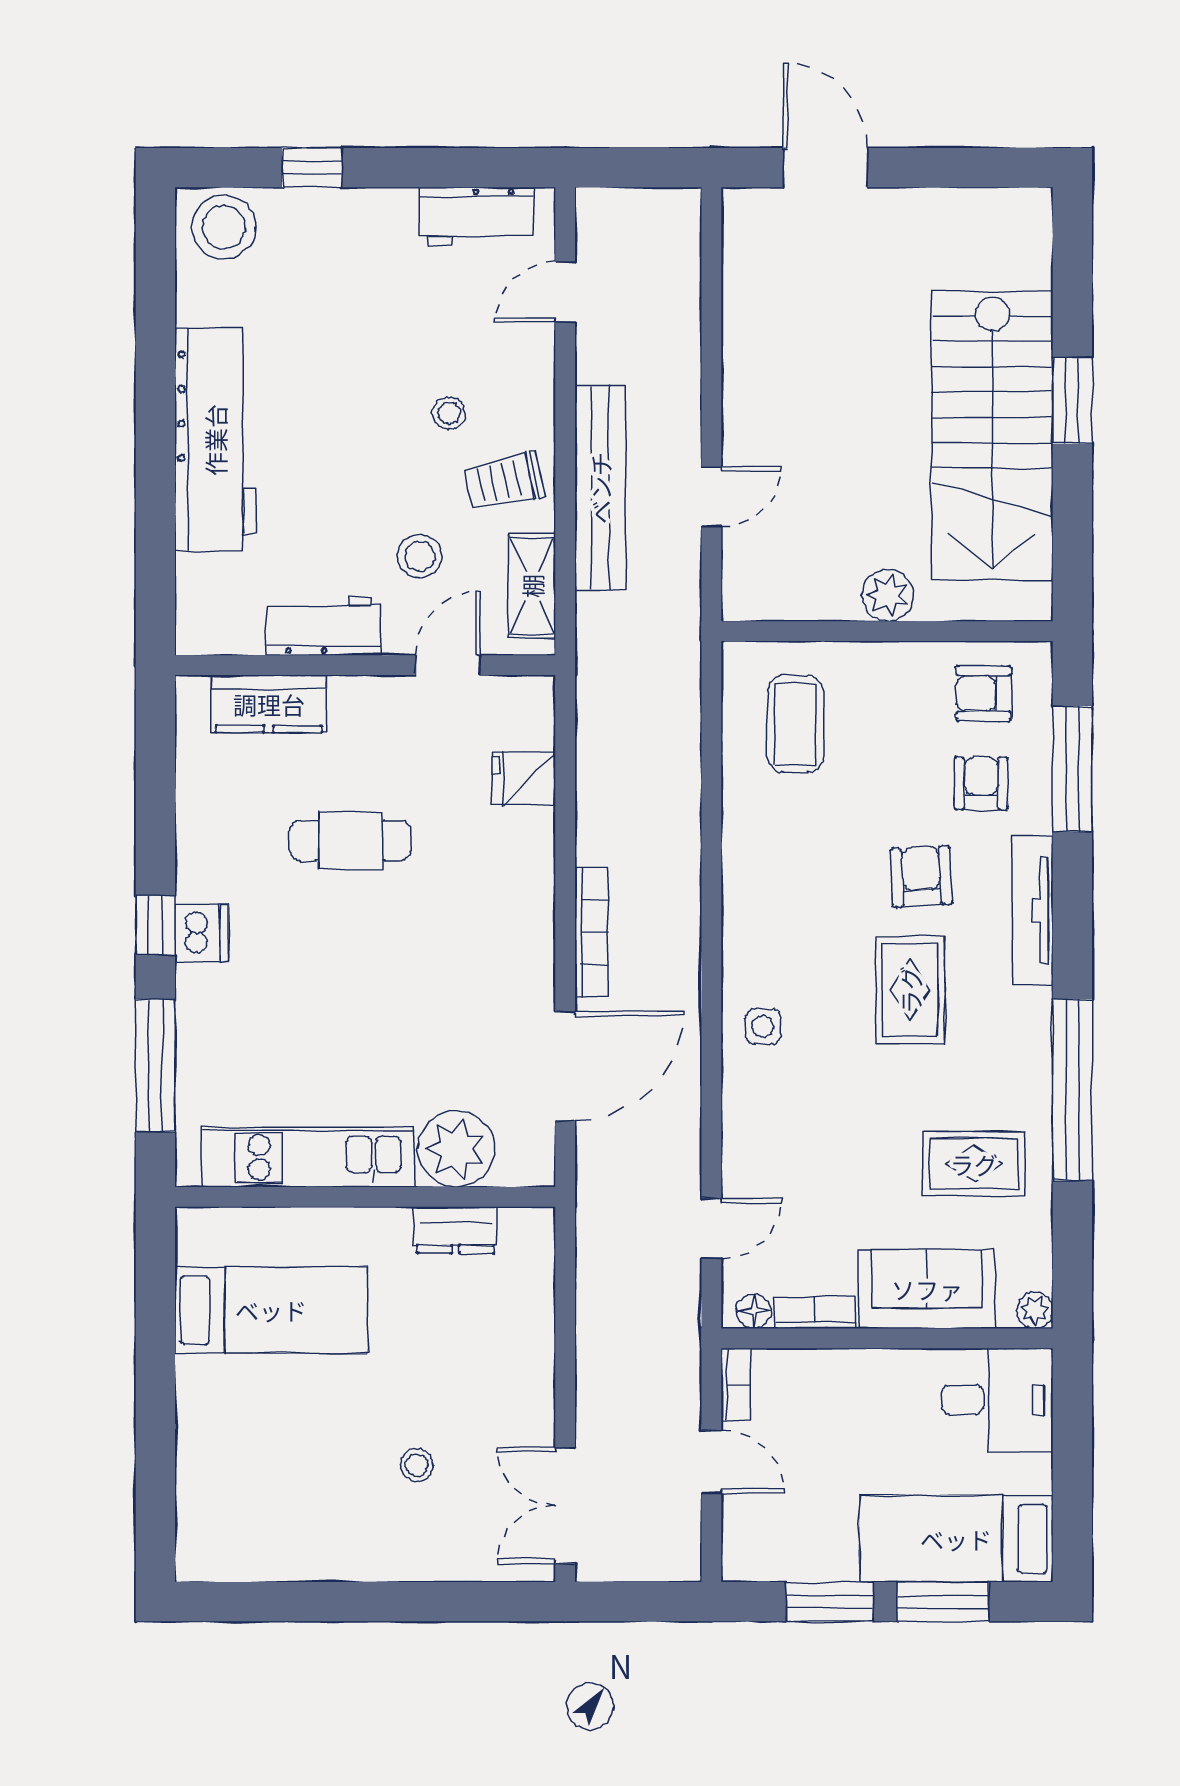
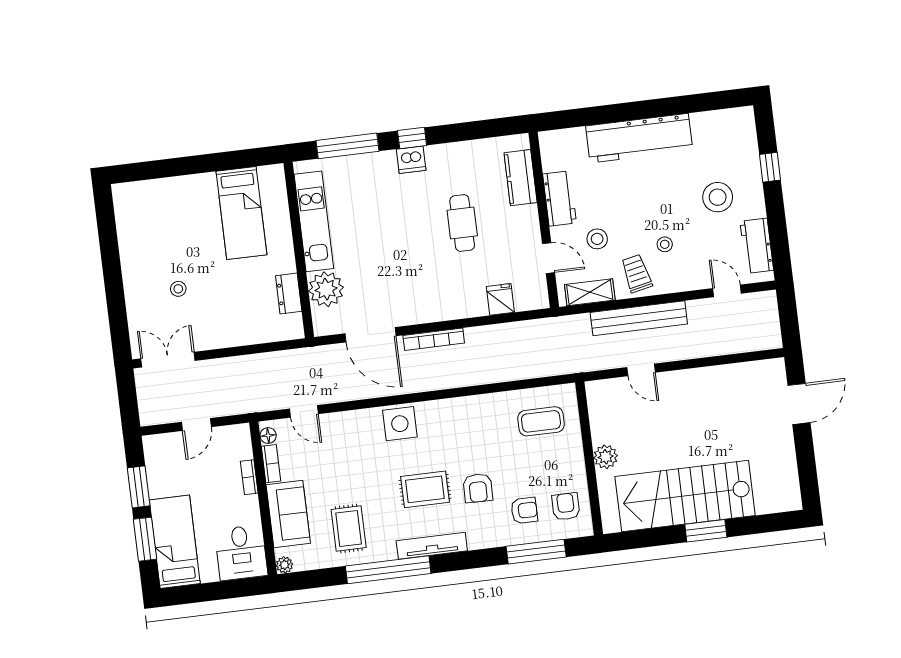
stool: (224, 227) -> (718, 197), moved
armchair: (921, 877) -> (478, 488), turned 94
tv unit: (1033, 910) -> (432, 546), moved
side table: (763, 1027) -> (400, 424), width x1.87, depth x1.87
bookcase: (736, 1385) -> (249, 477), moved, turned 90

